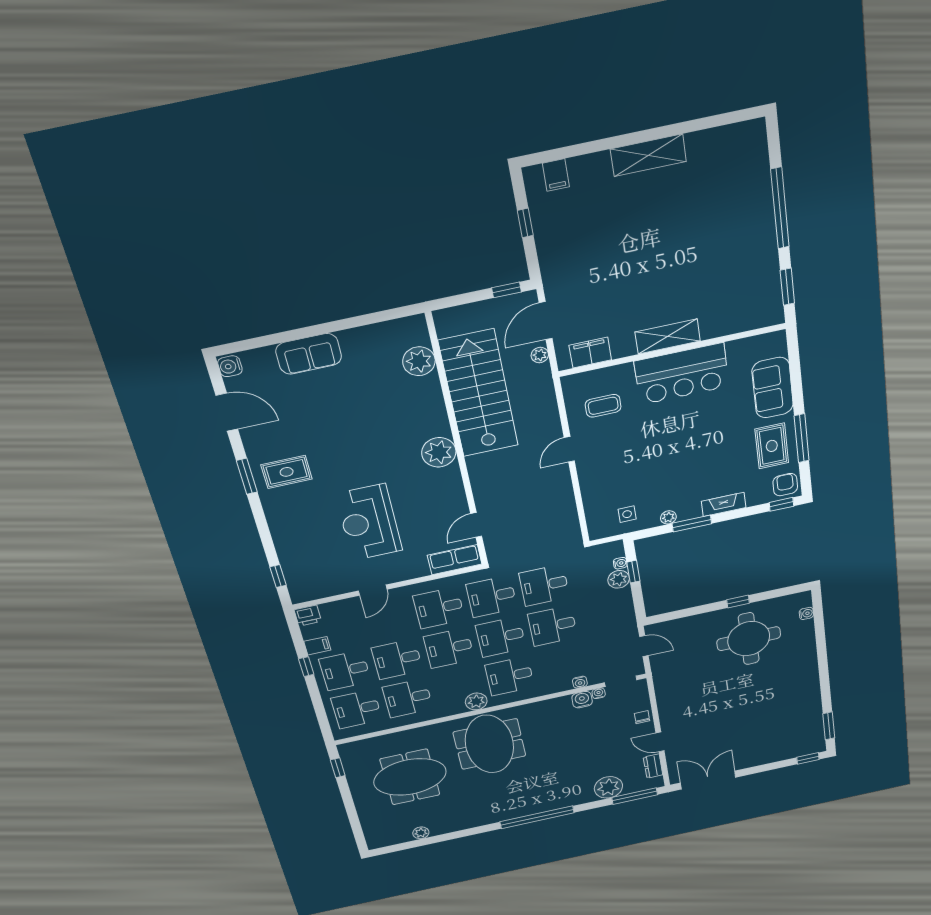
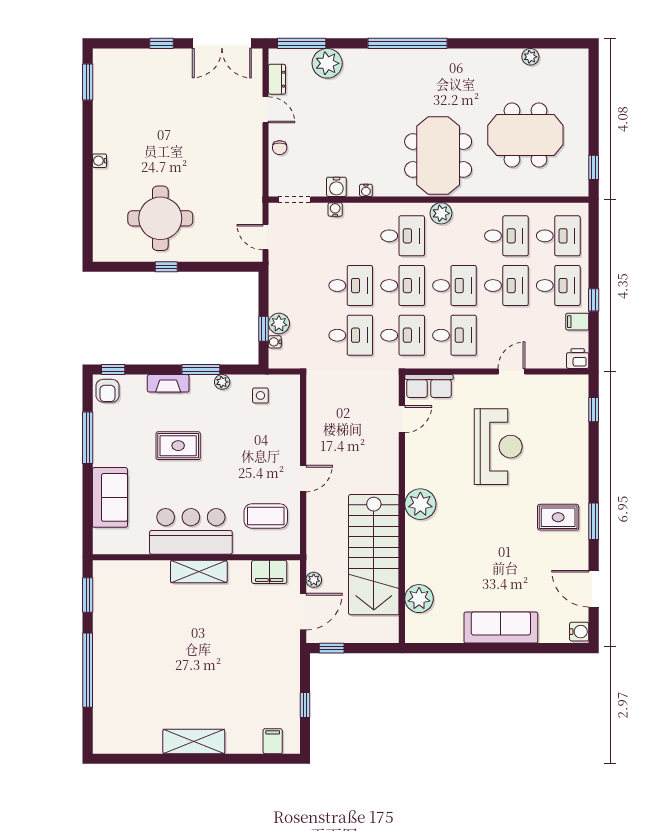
sofa: (309, 354) -> (501, 628), width x1.36
coffee table: (603, 406) -> (266, 516), width x1.36, depth x1.30
rug: (772, 446) -> (178, 446), moved, turned 90
water cooler: (806, 613) -> (100, 161), moved
water cooler: (599, 693) -> (366, 190), moved
window: (808, 758) -> (162, 43), moved

